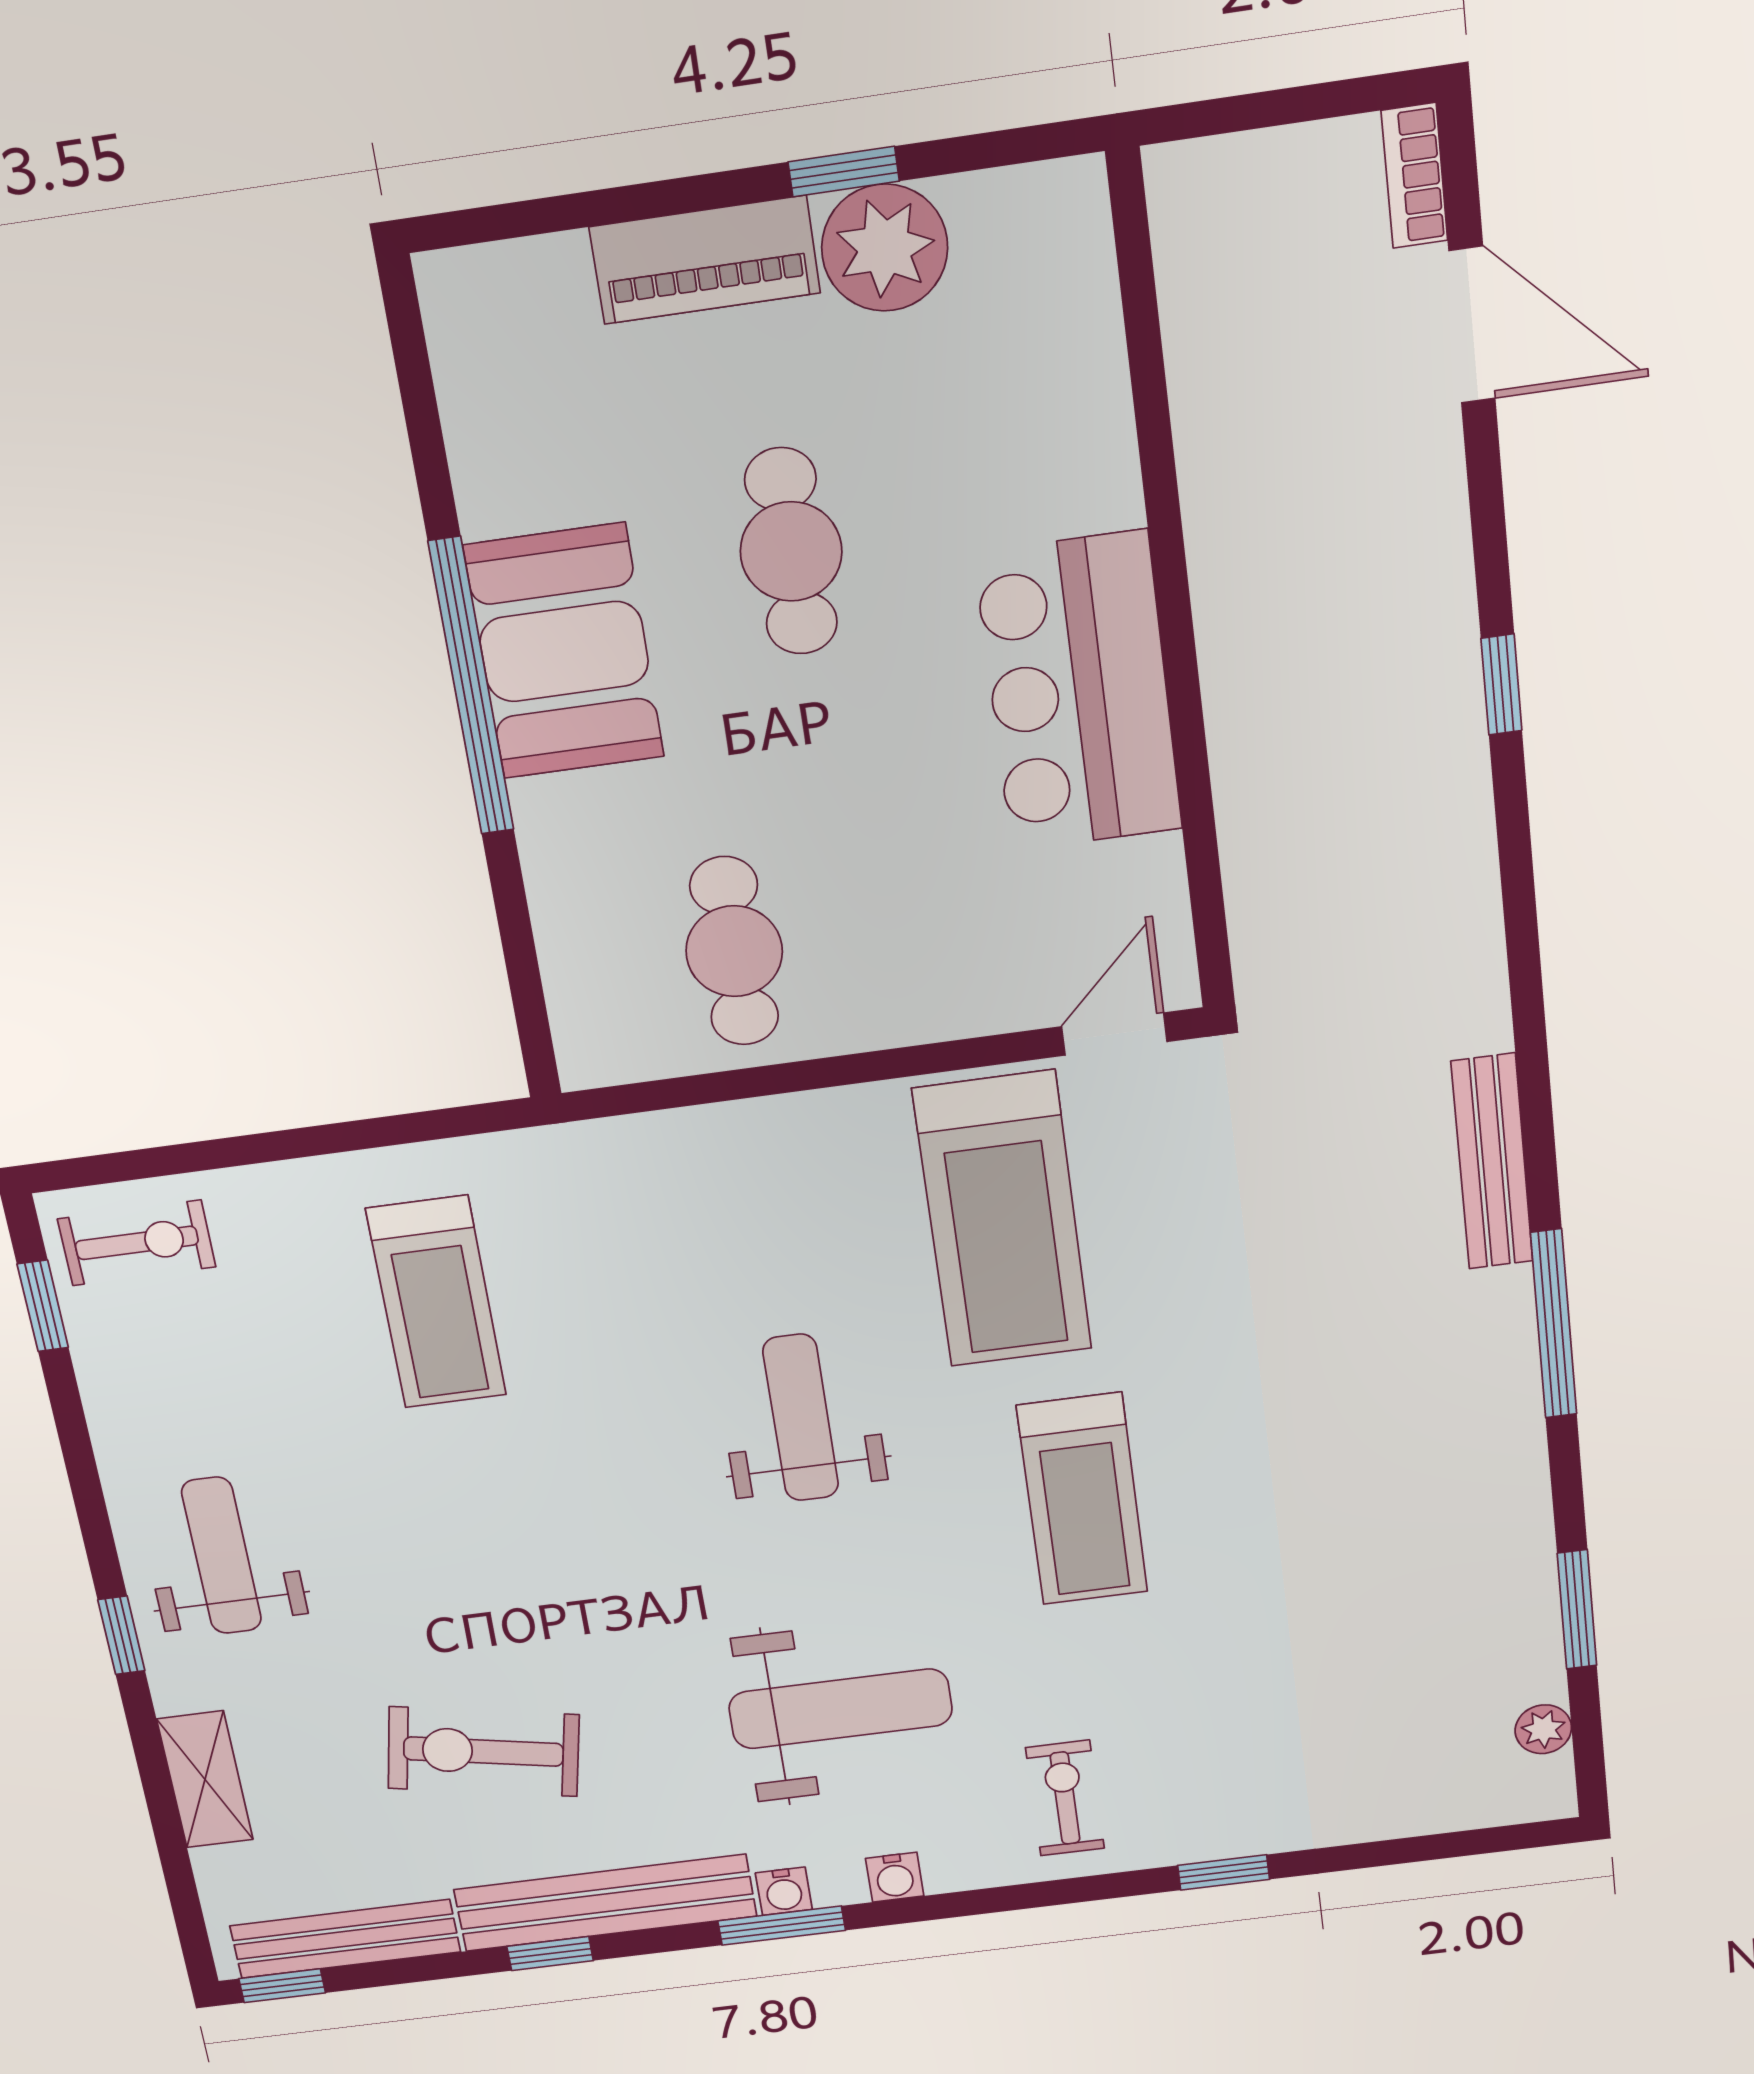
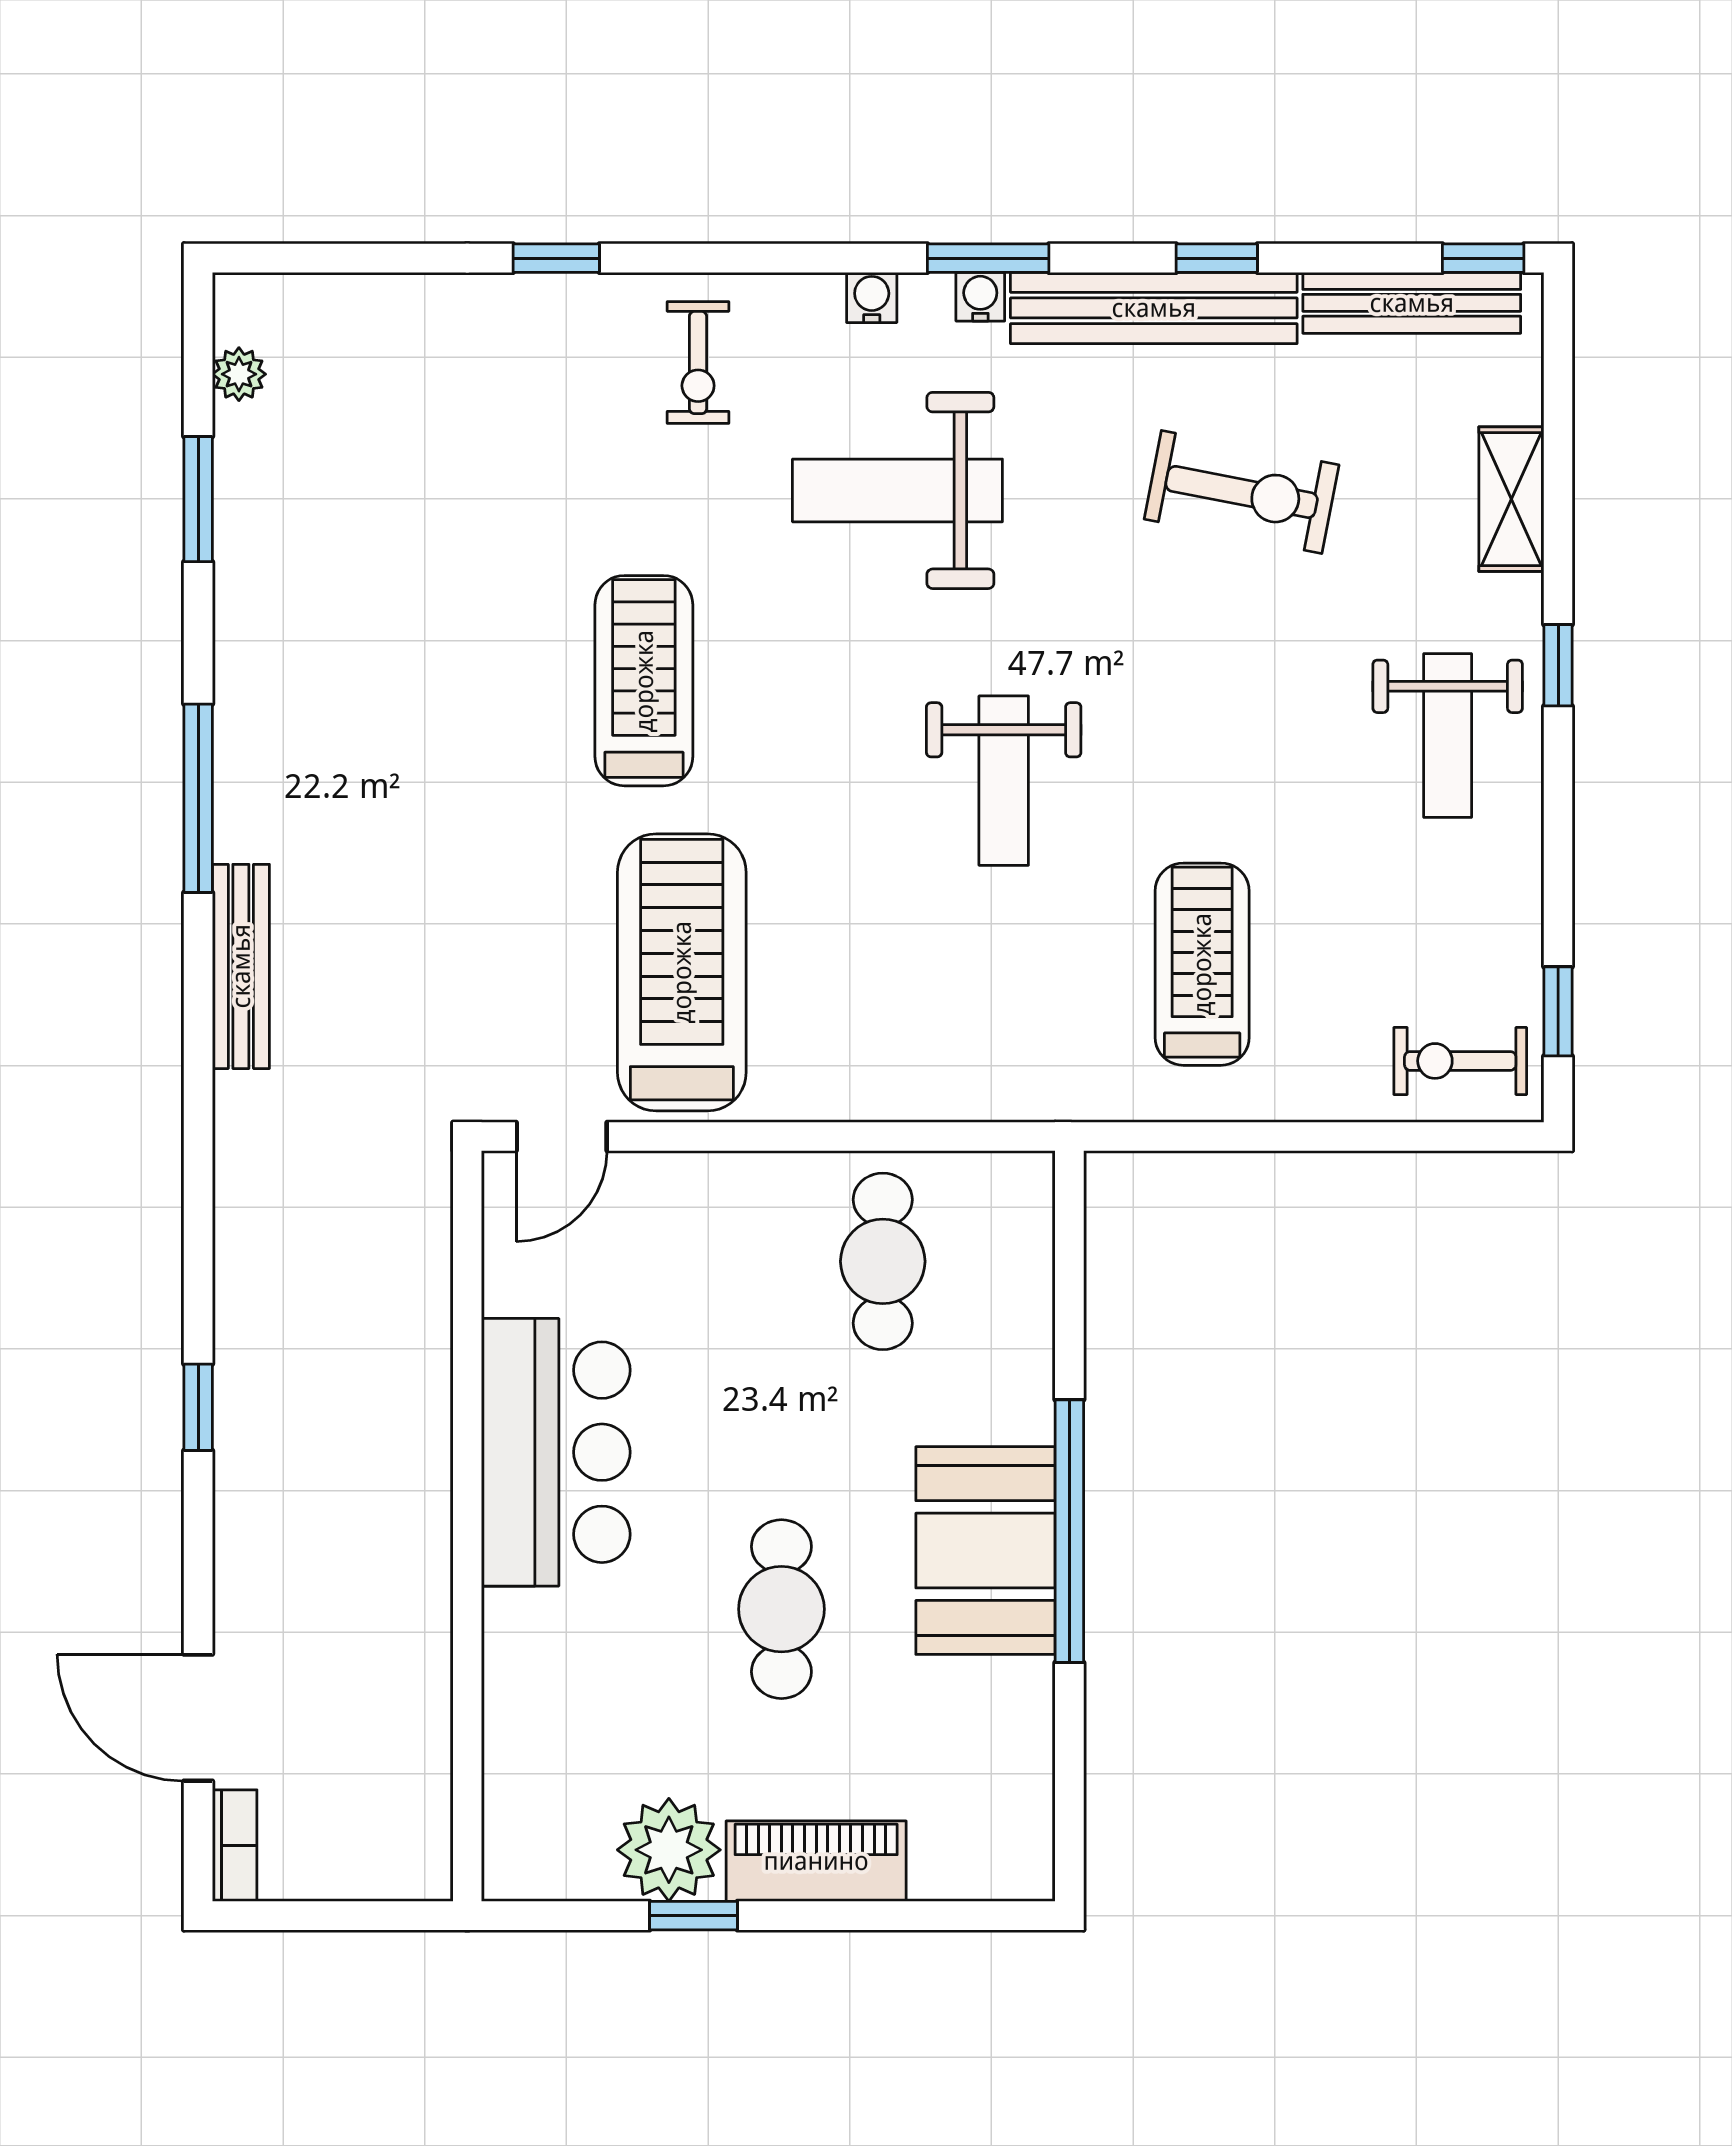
weight bench: (801, 1418) -> (1004, 781), moved

